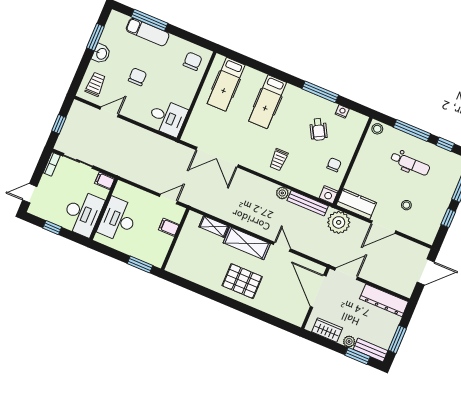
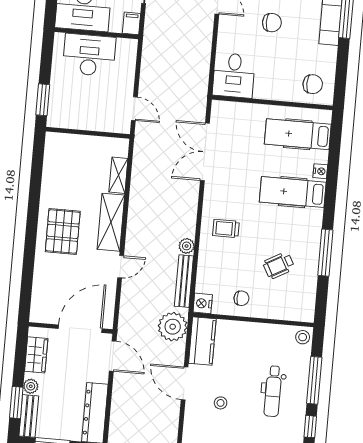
nightstand: (342, 111) -> (320, 171), moved
filing cabinet: (169, 227) -> (100, 120), removed

